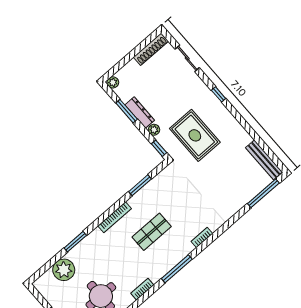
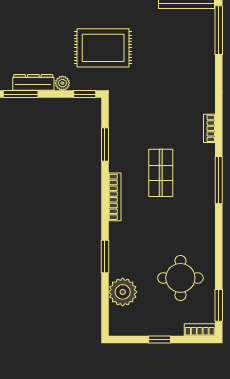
bookcase: (142, 289) -> (209, 231), removed

